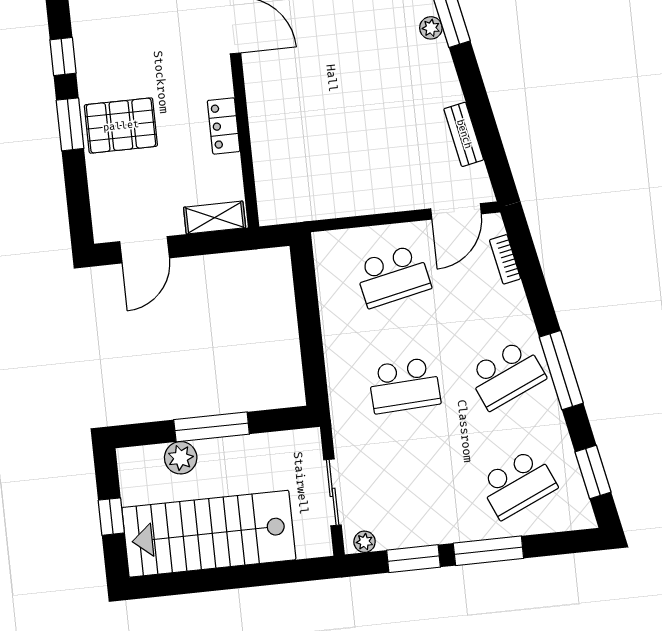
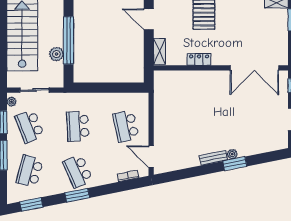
bench: (464, 134) -> (213, 158), moved
window: (561, 370) -> (77, 195), width x0.69
window: (212, 427) -> (69, 40), width x1.46
plant: (181, 458) -> (56, 54), moved
school desk: (518, 484) -> (30, 171), turned 39
school desk: (416, 495) -> (30, 126), added

